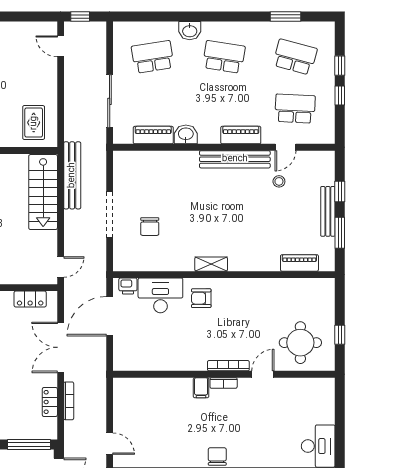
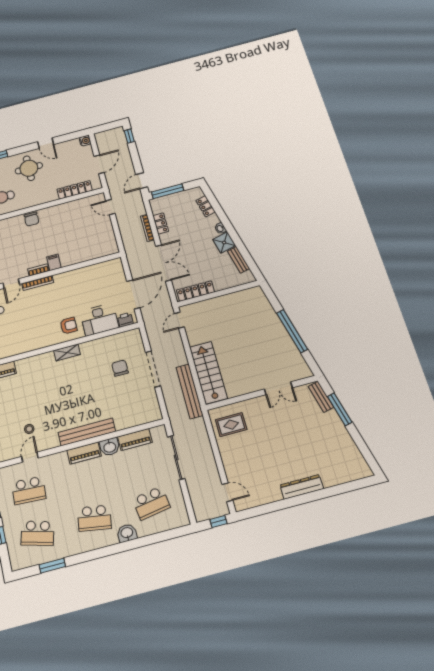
rug: (34, 123) -> (231, 425), turned 90
piano: (241, 135) -> (84, 453), moved
bench: (235, 159) -> (87, 432), moved
locker: (30, 299) -> (196, 291), width x1.53

